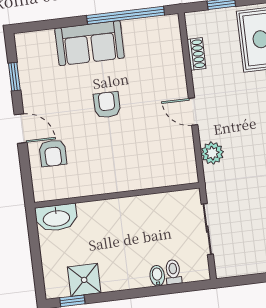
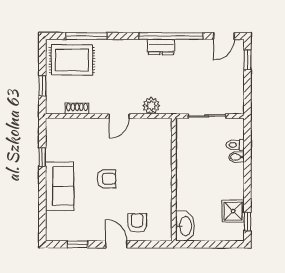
window: (126, 15) -> (42, 157), width x0.32
armchair: (107, 105) -> (106, 179), turned 180
door: (21, 129) -> (116, 244), hinge flipped
armchair: (53, 153) -> (137, 223), turned -90

